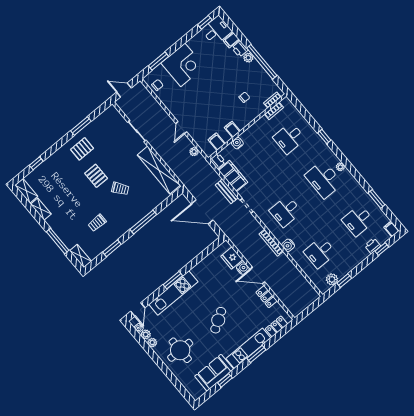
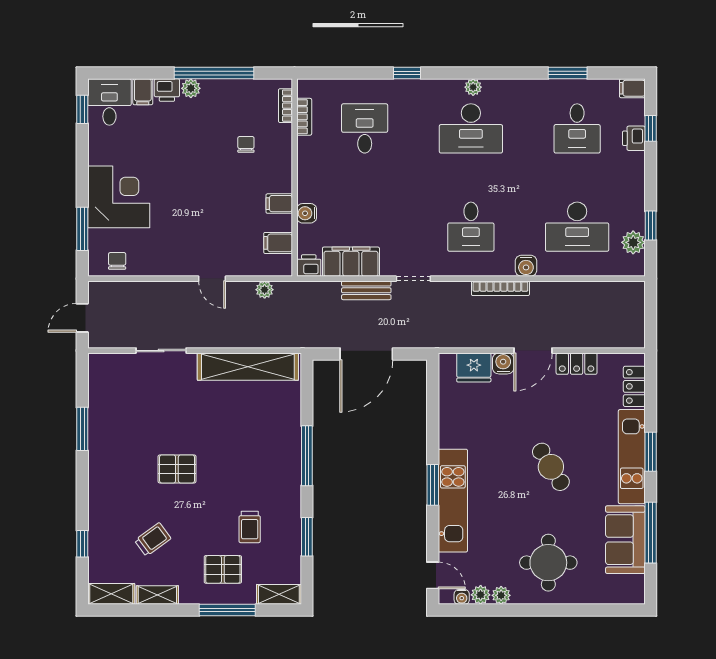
desk: (289, 138) -> (365, 128), turned 180
pallet: (82, 149) -> (223, 569), moved, turned 90
trolley: (120, 189) -> (153, 539), moved
desk: (320, 252) -> (577, 227), width x1.37
window: (225, 380) -> (651, 533), width x2.17

